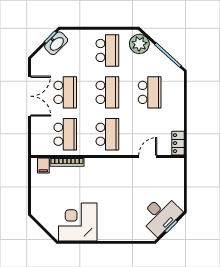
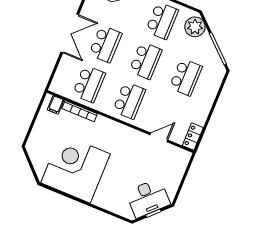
corner desk: (78, 222) -> (76, 168), width x1.36, depth x1.36

